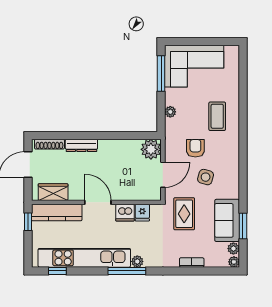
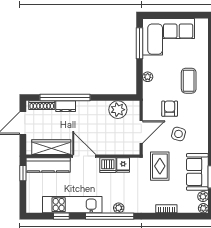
window: (76, 135) -> (65, 98), added
dresser: (81, 145) -> (66, 106), width x0.70
plant: (151, 149) -> (118, 110), moved
wardrobe: (53, 192) -> (51, 147), width x1.50
kitchen unit: (84, 258) -> (72, 205), width x0.73
window: (57, 271) -> (61, 216), moved
window: (127, 271) -> (110, 216), width x1.46

